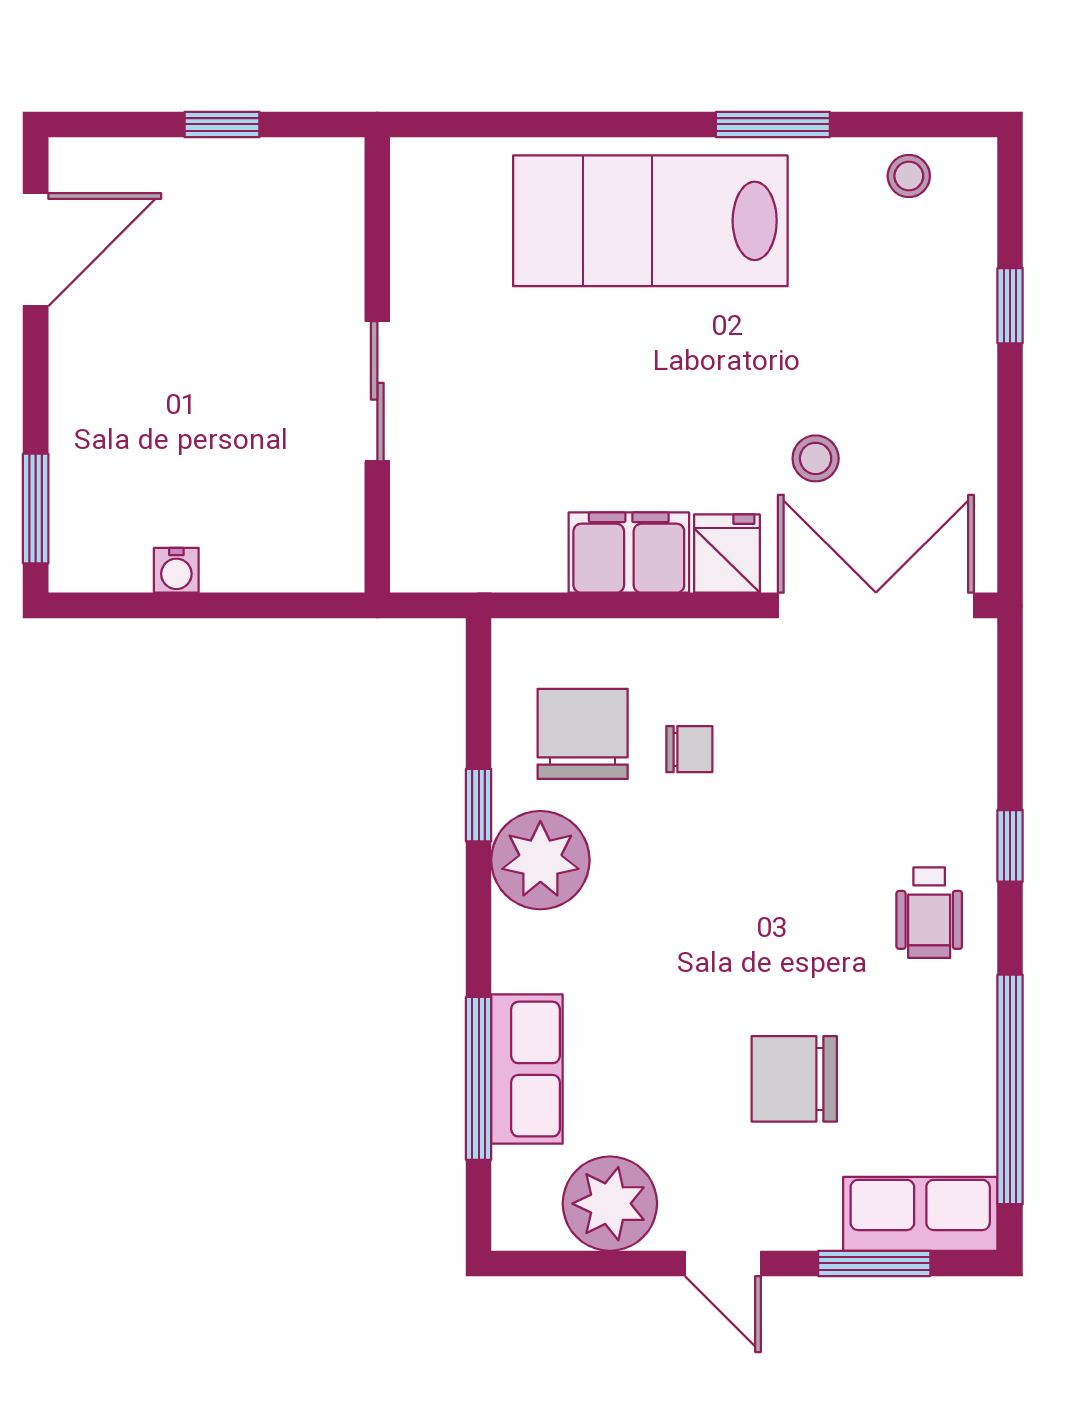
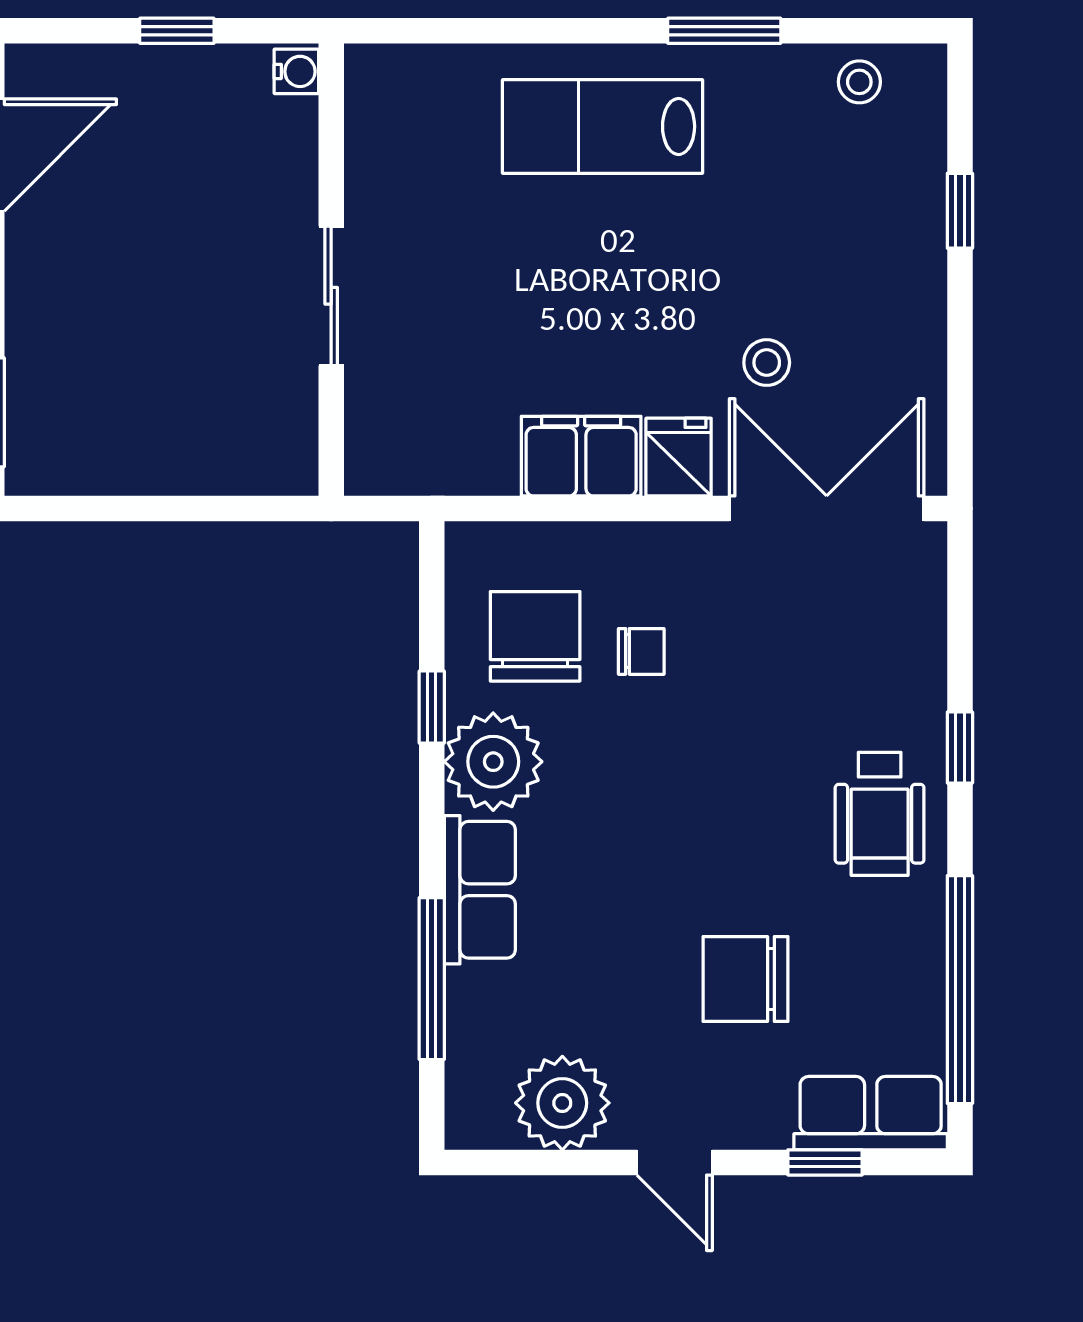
lab bench: (650, 221) -> (602, 126), width x0.73, depth x0.72
water cooler: (176, 570) -> (296, 71), moved, turned -90
wheelchair: (929, 913) -> (880, 814), width x1.36, depth x1.37
row of seats: (527, 1069) -> (480, 890), moved
window: (874, 1263) -> (825, 1162), width x0.67

